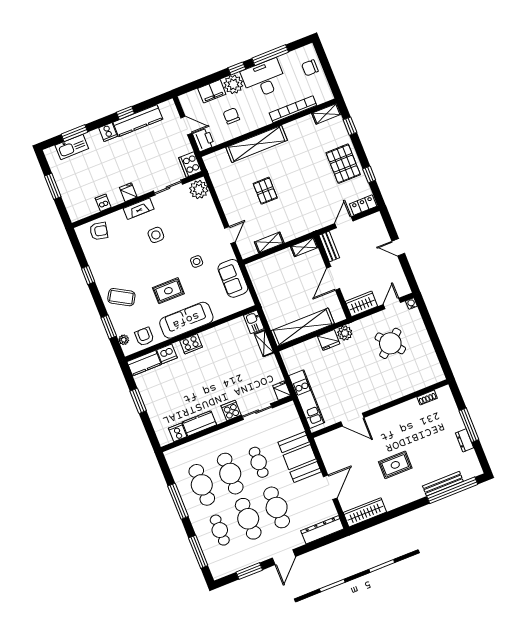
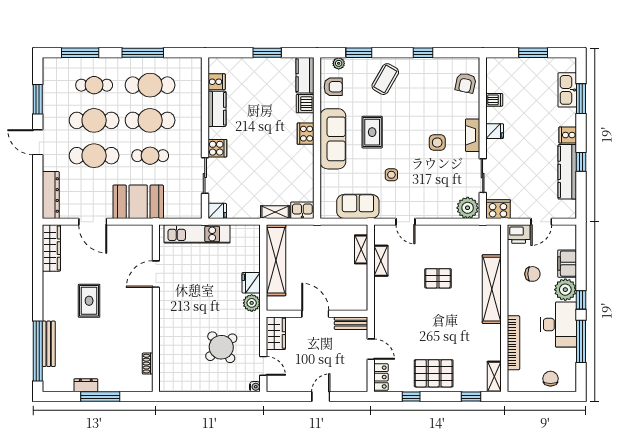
shelving: (304, 247) -> (361, 249), moved

